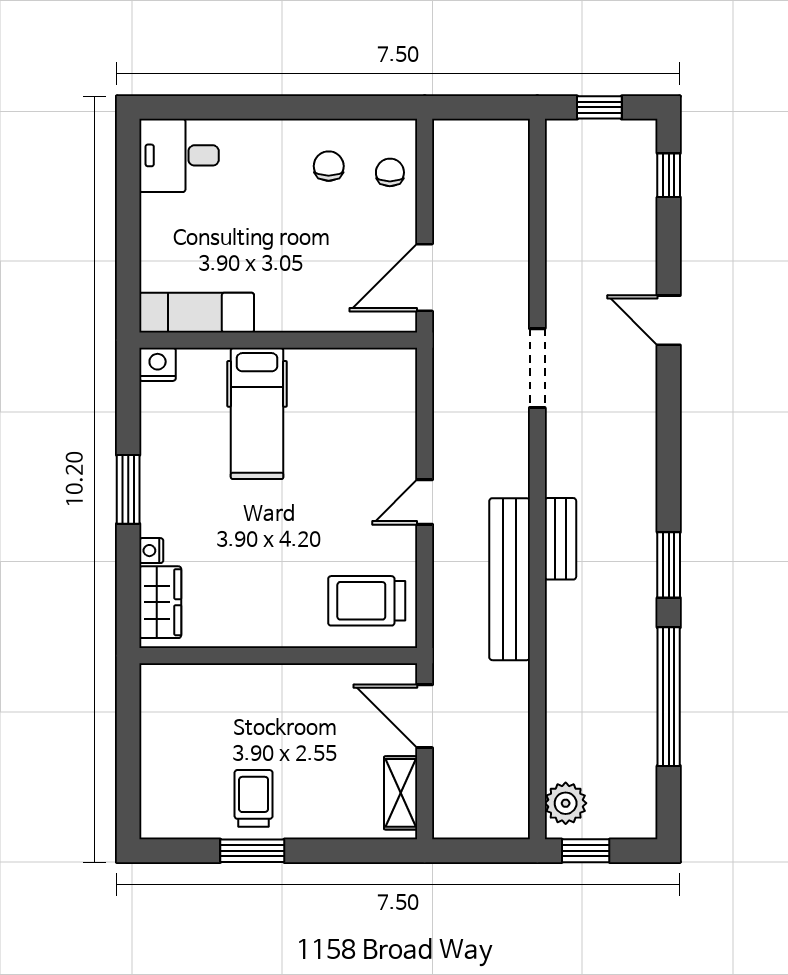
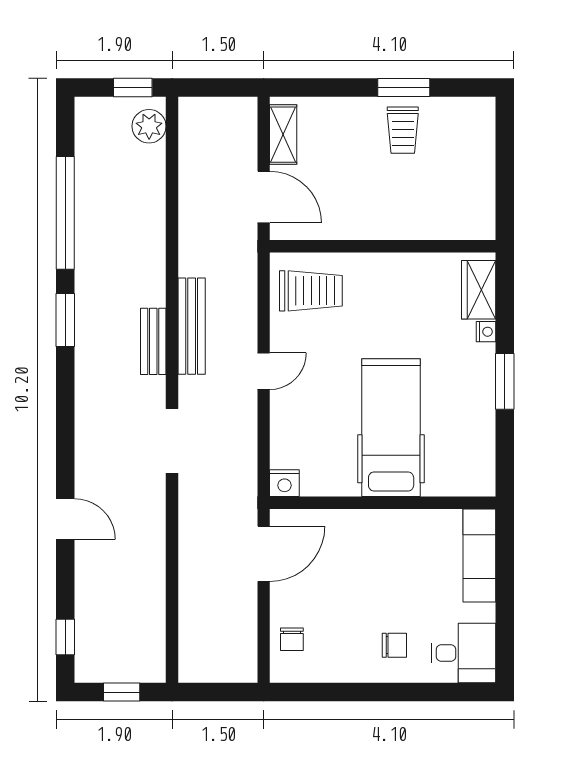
chair: (329, 166) -> (394, 645), moved, turned -90
exam couch: (197, 313) -> (479, 555), moved, turned 90
nightstand: (158, 364) -> (284, 483), moved
doorway: (537, 368) -> (172, 441), moved
hospital bed: (257, 413) -> (391, 428), width x1.37, depth x1.29
bench: (510, 579) -> (192, 326), width x0.73, depth x0.82

